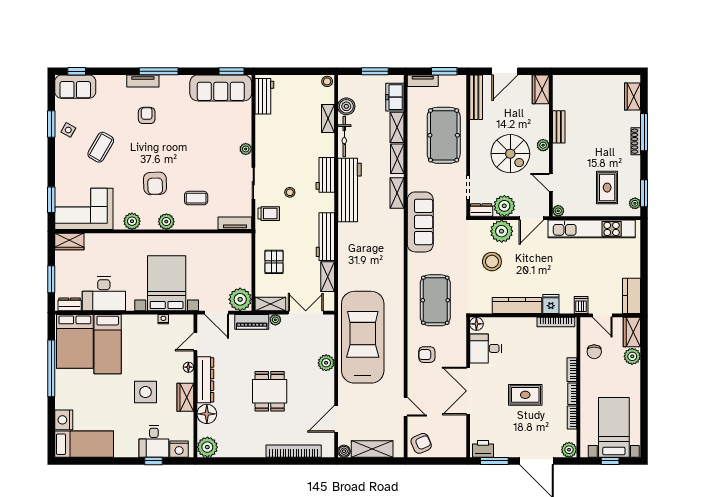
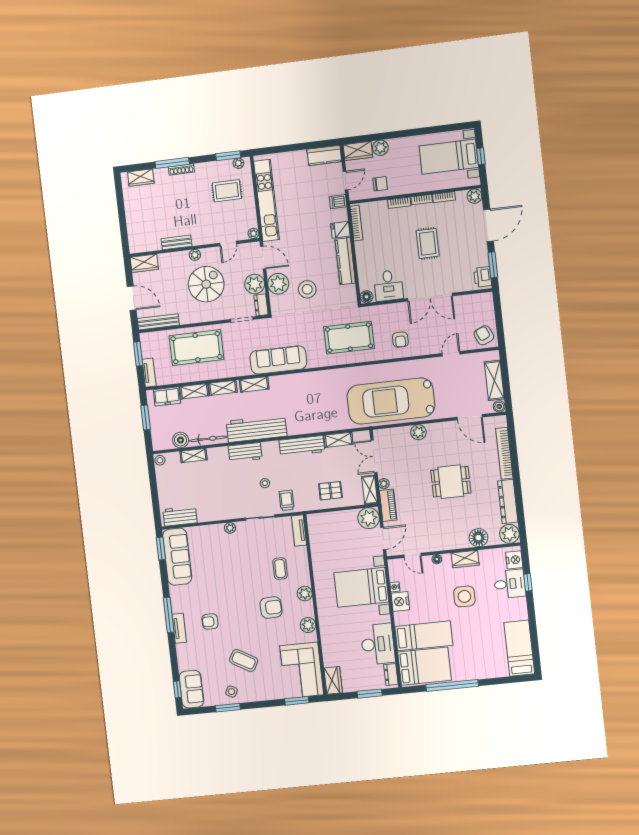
dresser: (205, 380) -> (508, 502), moved, turned -90
nightstand: (64, 420) -> (400, 602), moved, turned 90

